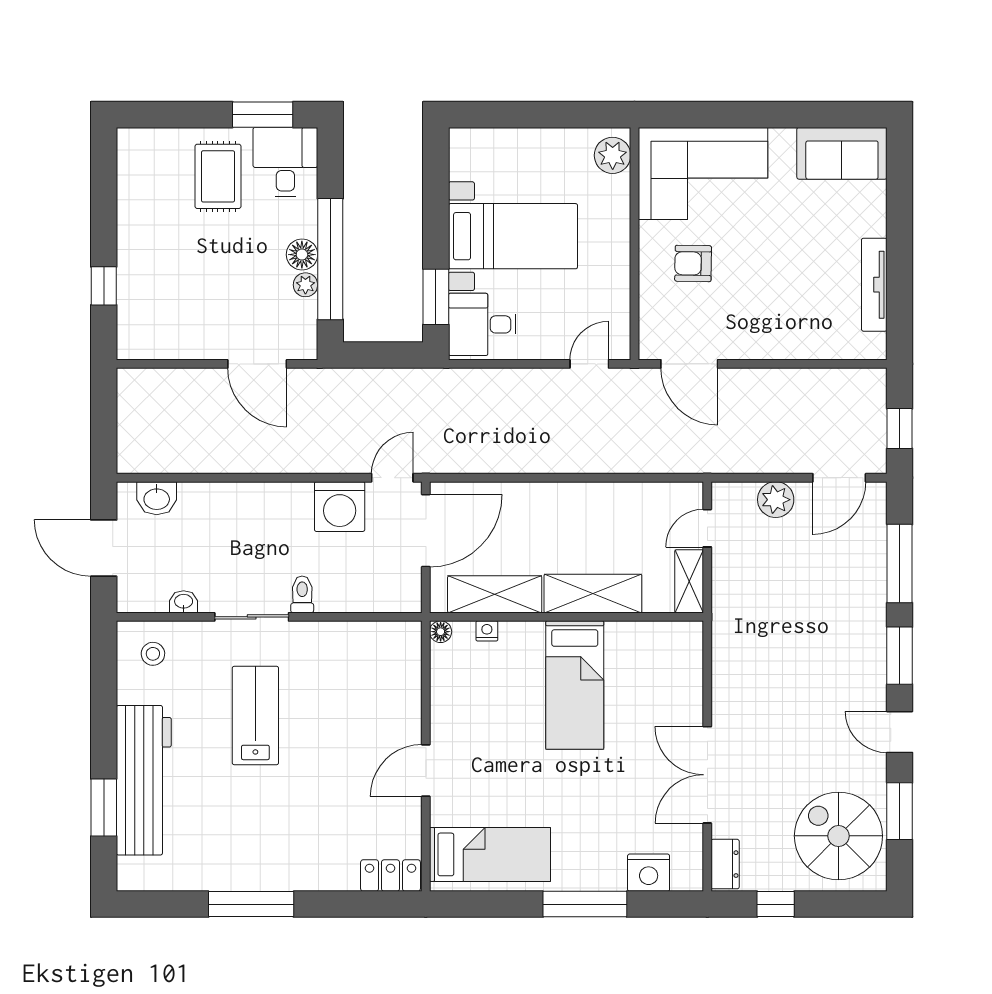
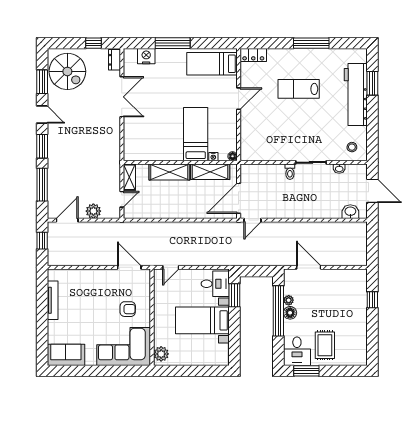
washing machine: (340, 507) -> (274, 208), removed
bed: (575, 685) -> (196, 134), moved
lab bench: (255, 715) -> (299, 89), moved, turned 90

